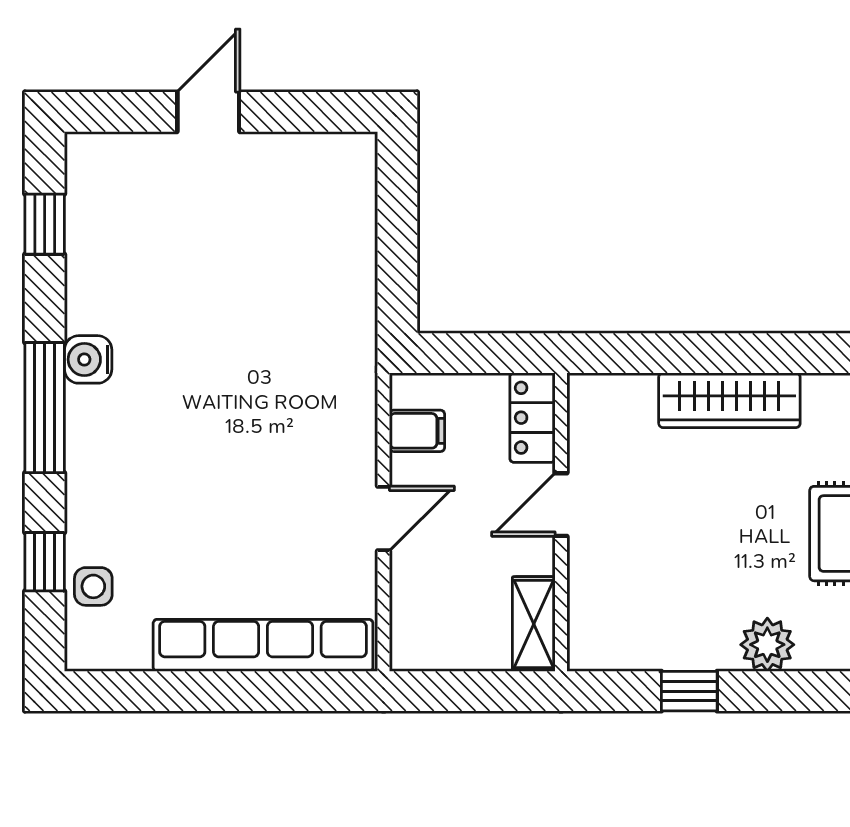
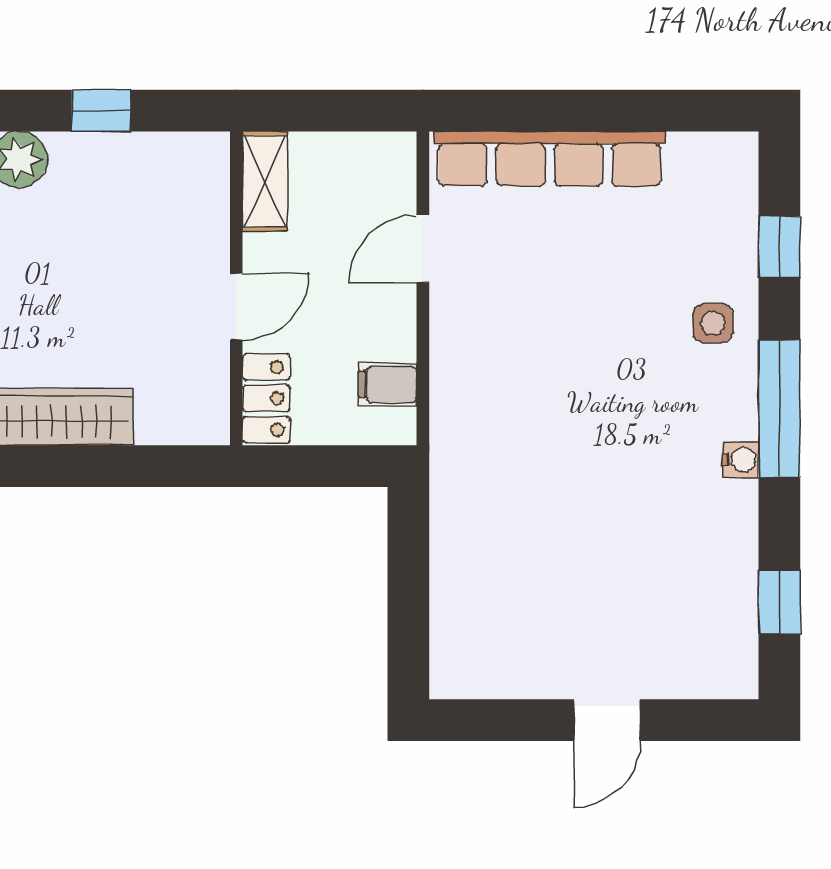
water cooler: (88, 359) -> (741, 460), width x0.72, depth x0.72
door: (384, 518) -> (423, 249), moved
side table: (93, 586) -> (713, 323), moved

